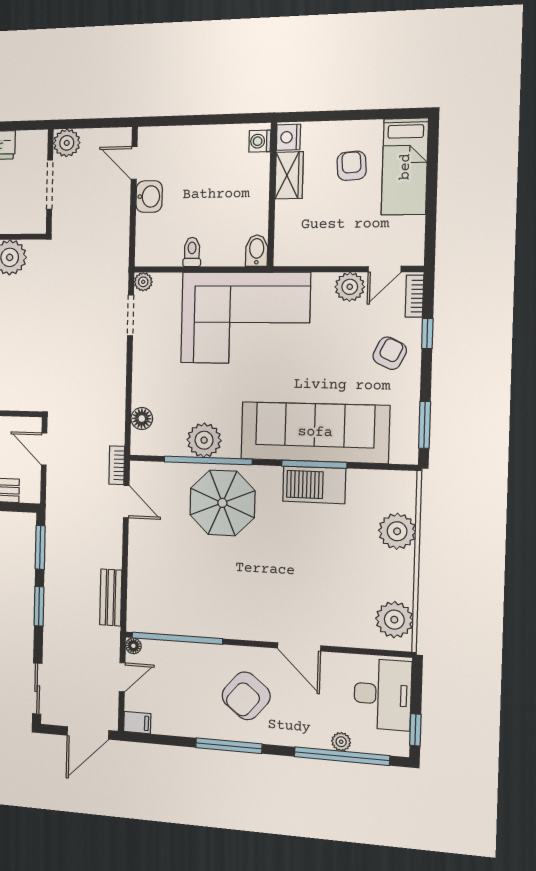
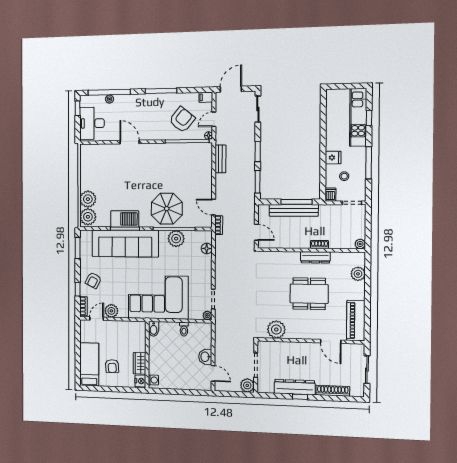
plant: (394, 620) -> (88, 217), moved
armchair: (246, 696) -> (182, 120), moved

